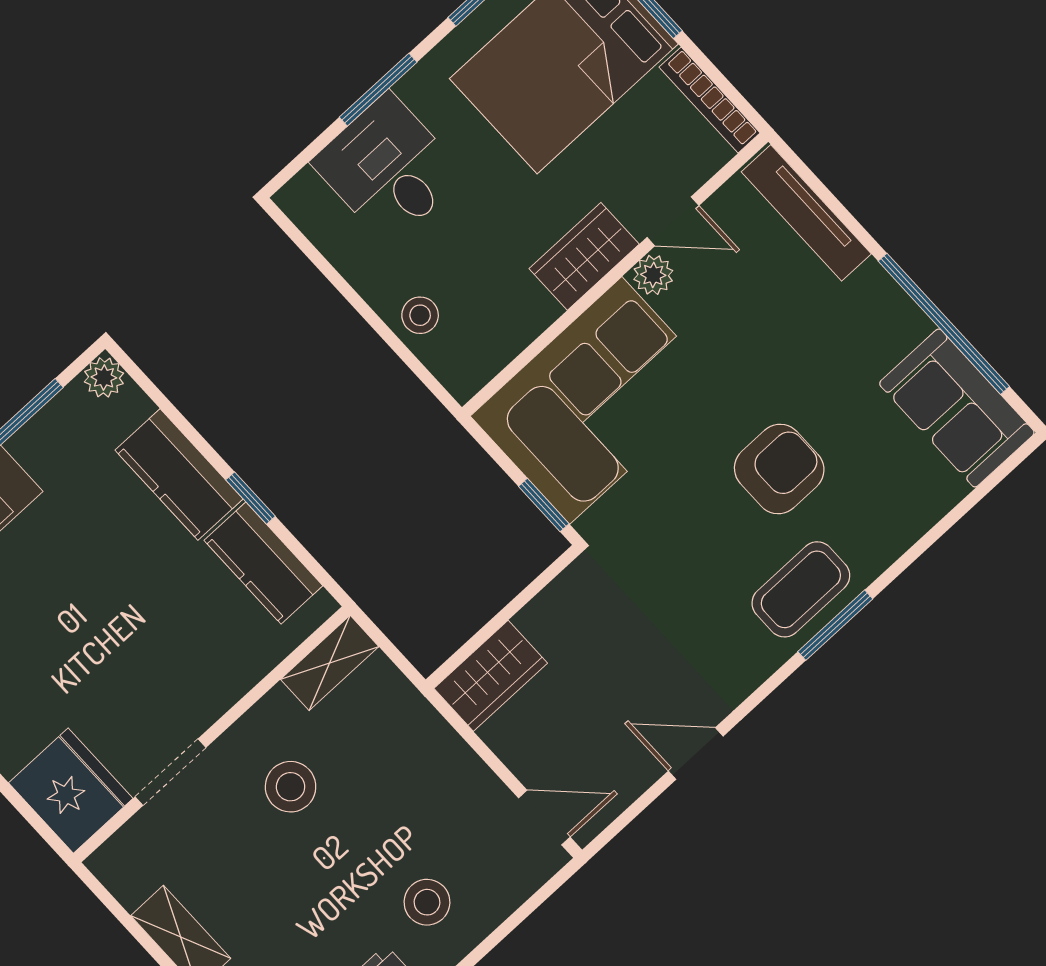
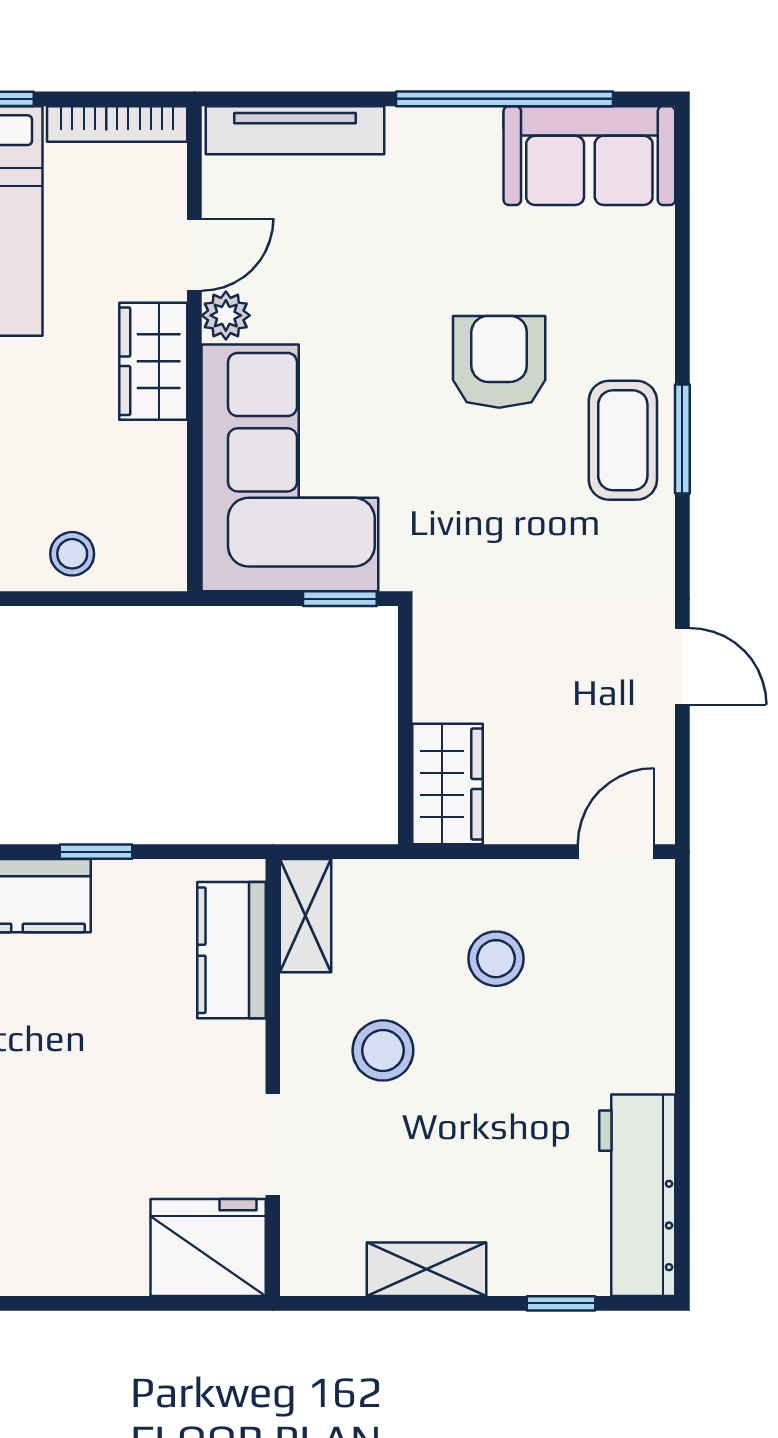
kitchen counter: (263, 563) -> (231, 950), moved, turned 90
door: (696, 754) -> (682, 666), swing flipped
stool: (427, 902) -> (496, 959), moved

